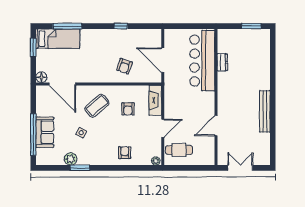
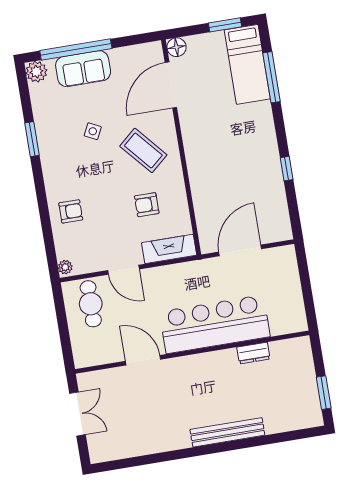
bar counter: (202, 61) -> (215, 324), moved
armchair: (124, 66) -> (219, 186), removed
bench: (265, 111) -> (227, 432), moved
plant: (71, 159) -> (36, 72), moved

